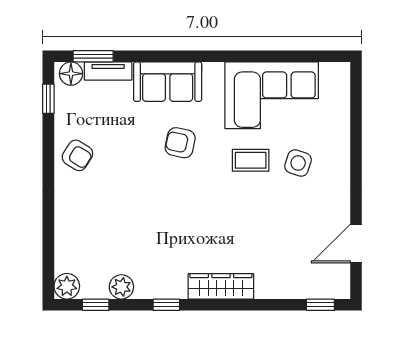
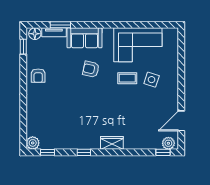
window: (93, 56) -> (60, 25), moved
armchair: (77, 155) -> (38, 76), turned 58
wardrobe: (221, 286) -> (112, 143), width x0.67
plant: (121, 287) -> (168, 143), moved

